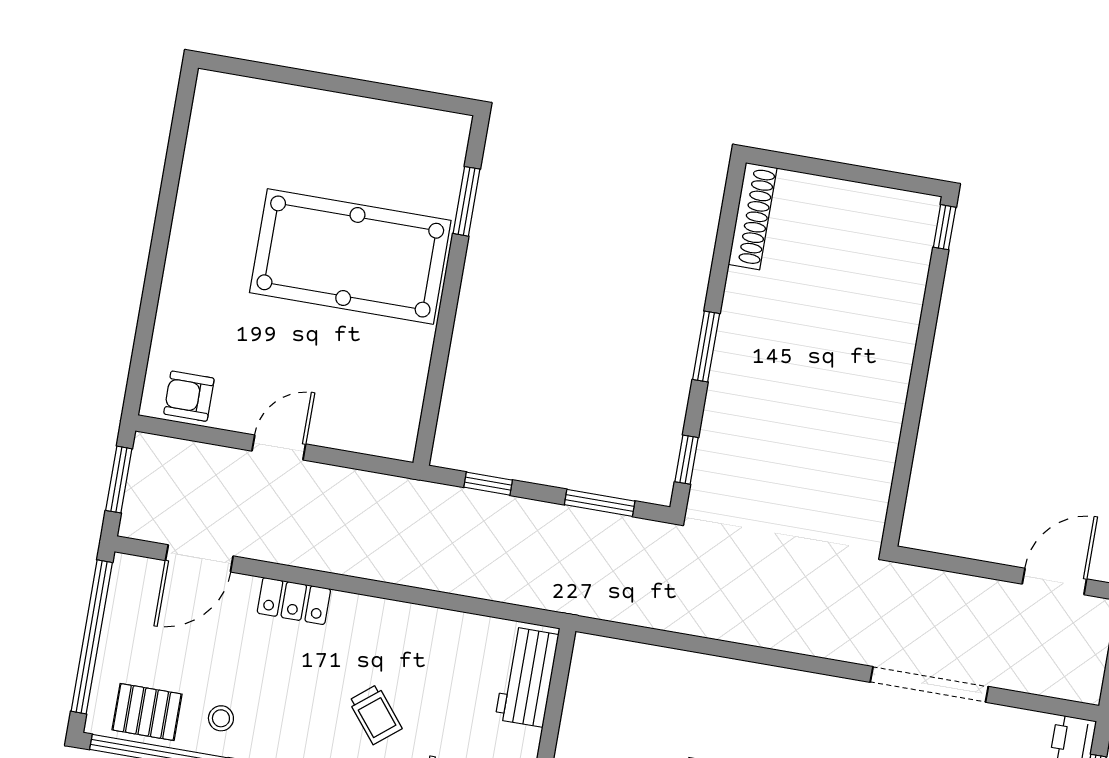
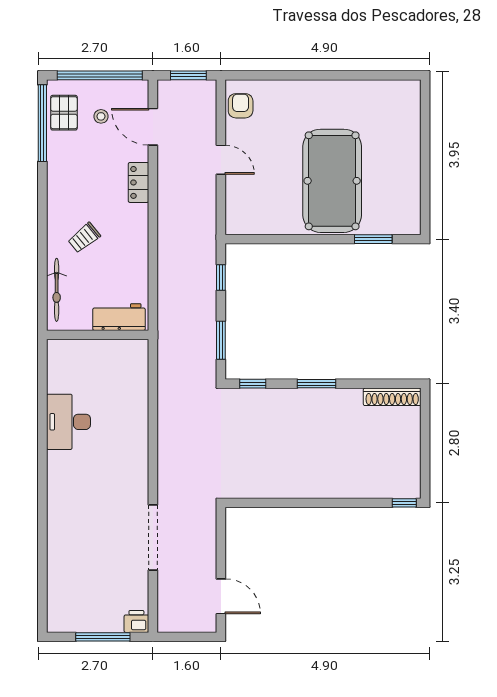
stool: (221, 718) -> (101, 116), moved

